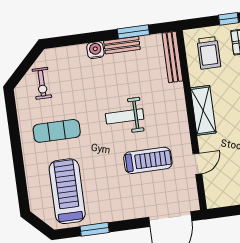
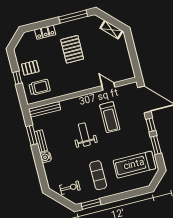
shelving: (203, 110) -> (75, 87), removed
window: (12, 114) -> (91, 204), added
weight bench: (125, 116) -> (84, 135), turned 180
treadmill: (148, 160) -> (110, 117), turned 180
window: (128, 225) -> (151, 125), added

